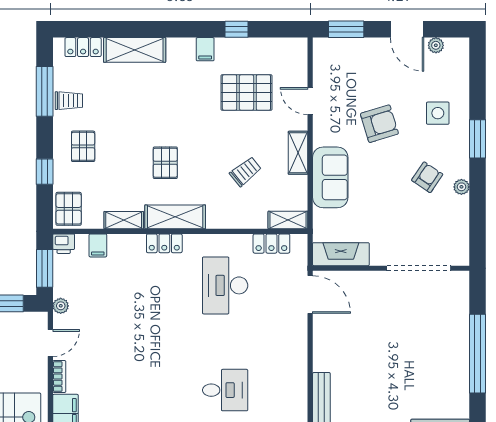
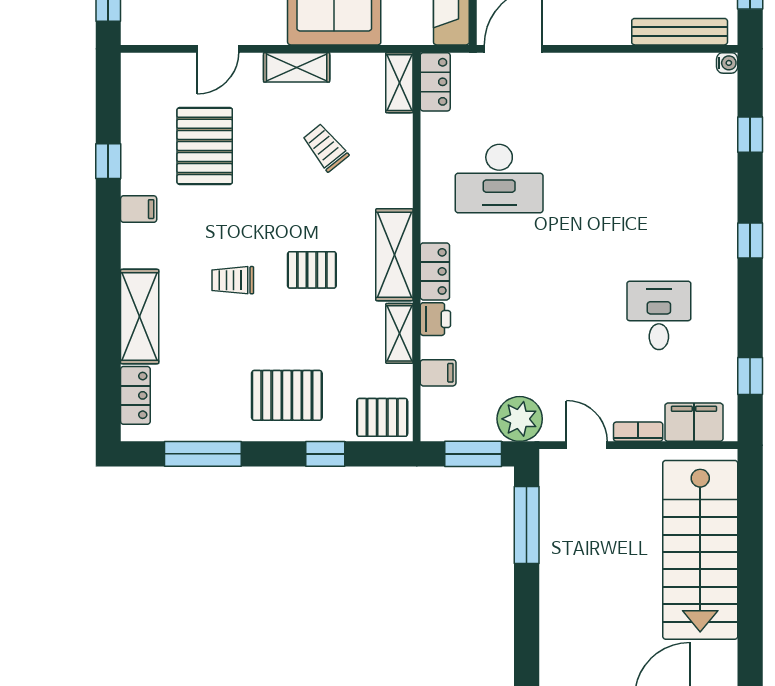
trolley: (69, 101) -> (233, 280), moved, turned -90
pallet: (83, 146) -> (287, 395), width x1.50, depth x1.42
printer: (64, 244) -> (435, 319), moved
locker: (271, 244) -> (435, 82), moved
plant: (61, 306) -> (520, 419), width x1.88, depth x1.88
desk: (225, 390) -> (659, 315), moved

